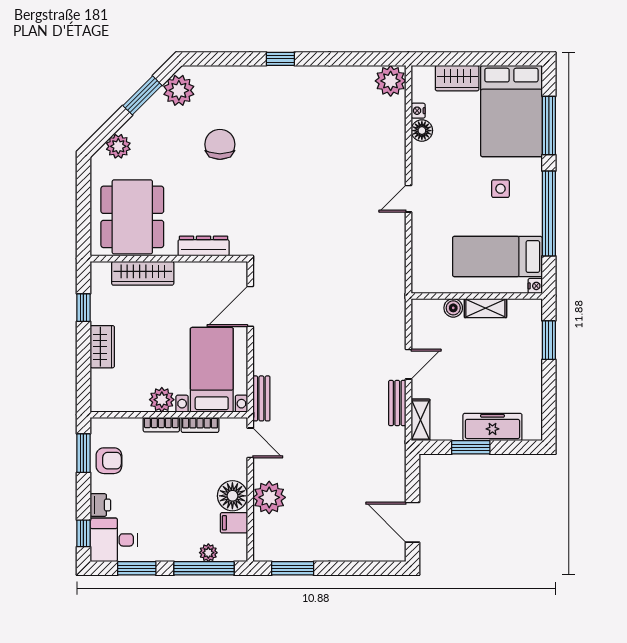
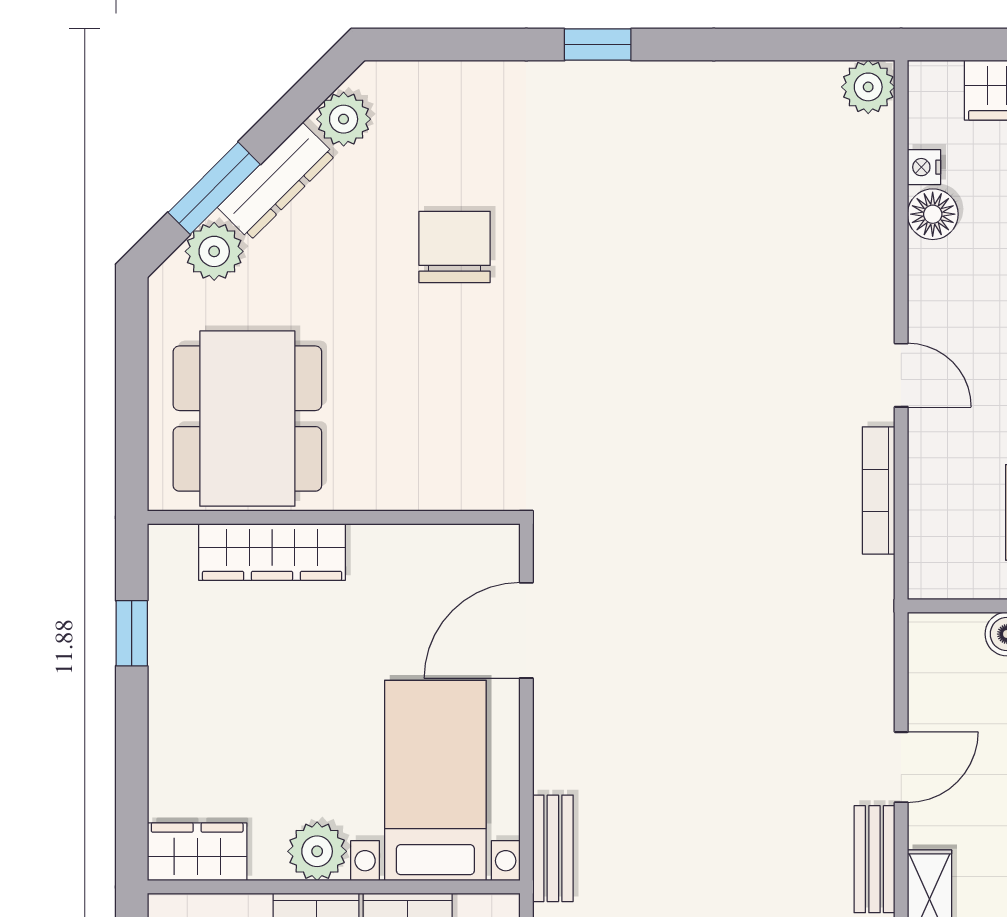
plant: (391, 81) -> (868, 87), width x0.73, depth x0.73
plant: (179, 90) -> (344, 119), width x0.73, depth x0.73
window: (142, 95) -> (214, 188), moved
door: (409, 199) -> (901, 375), swing flipped
dresser: (204, 246) -> (276, 181), moved, turned 135
bookcase: (399, 247) -> (879, 490), added
wardrobe: (102, 347) -> (197, 852), moved, turned -90

